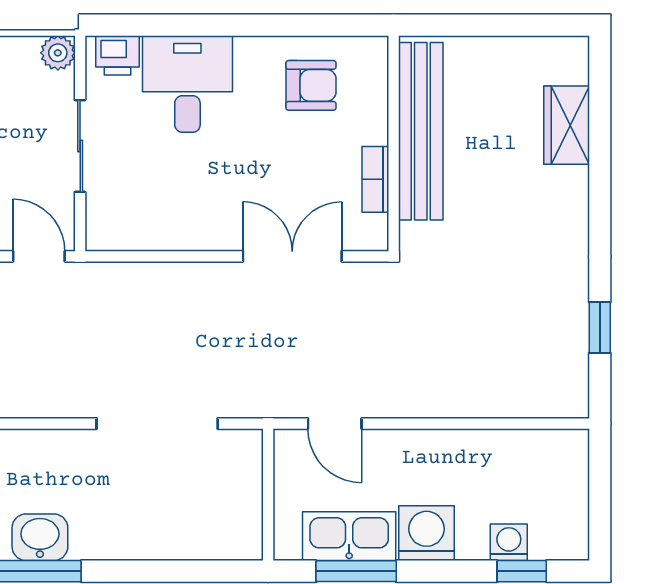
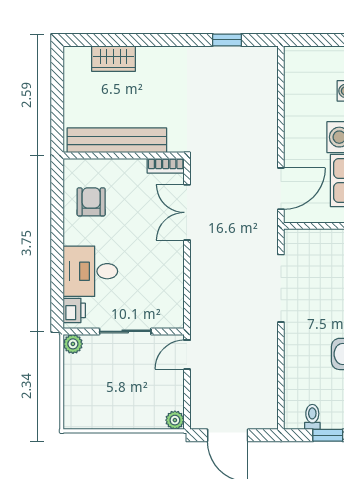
bookcase: (375, 179) -> (166, 166), moved
door: (335, 424) -> (281, 189), width x1.38

